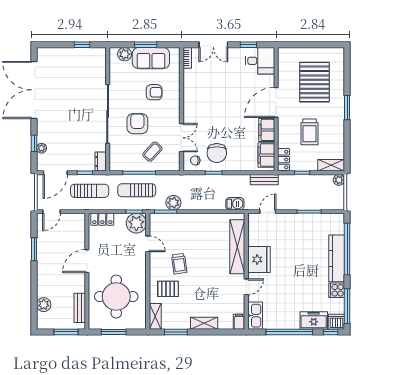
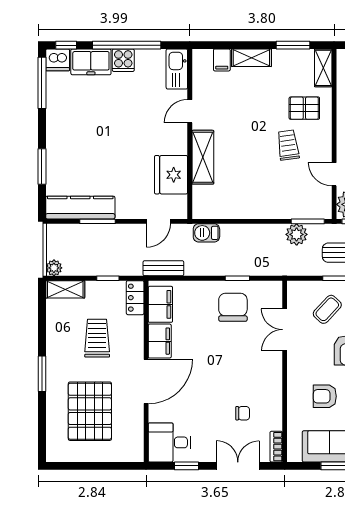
chair: (195, 160) -> (243, 413), moved
shelving: (237, 247) -> (203, 157), width x0.68
window: (347, 249) -> (42, 167), width x0.47
kitchen counter: (337, 258) -> (80, 208), moved, turned -90
fridge: (259, 259) -> (171, 175), moved
cooker: (337, 290) -> (123, 60), moved, turned 90
filing cabinet: (239, 322) -> (222, 60), moved

